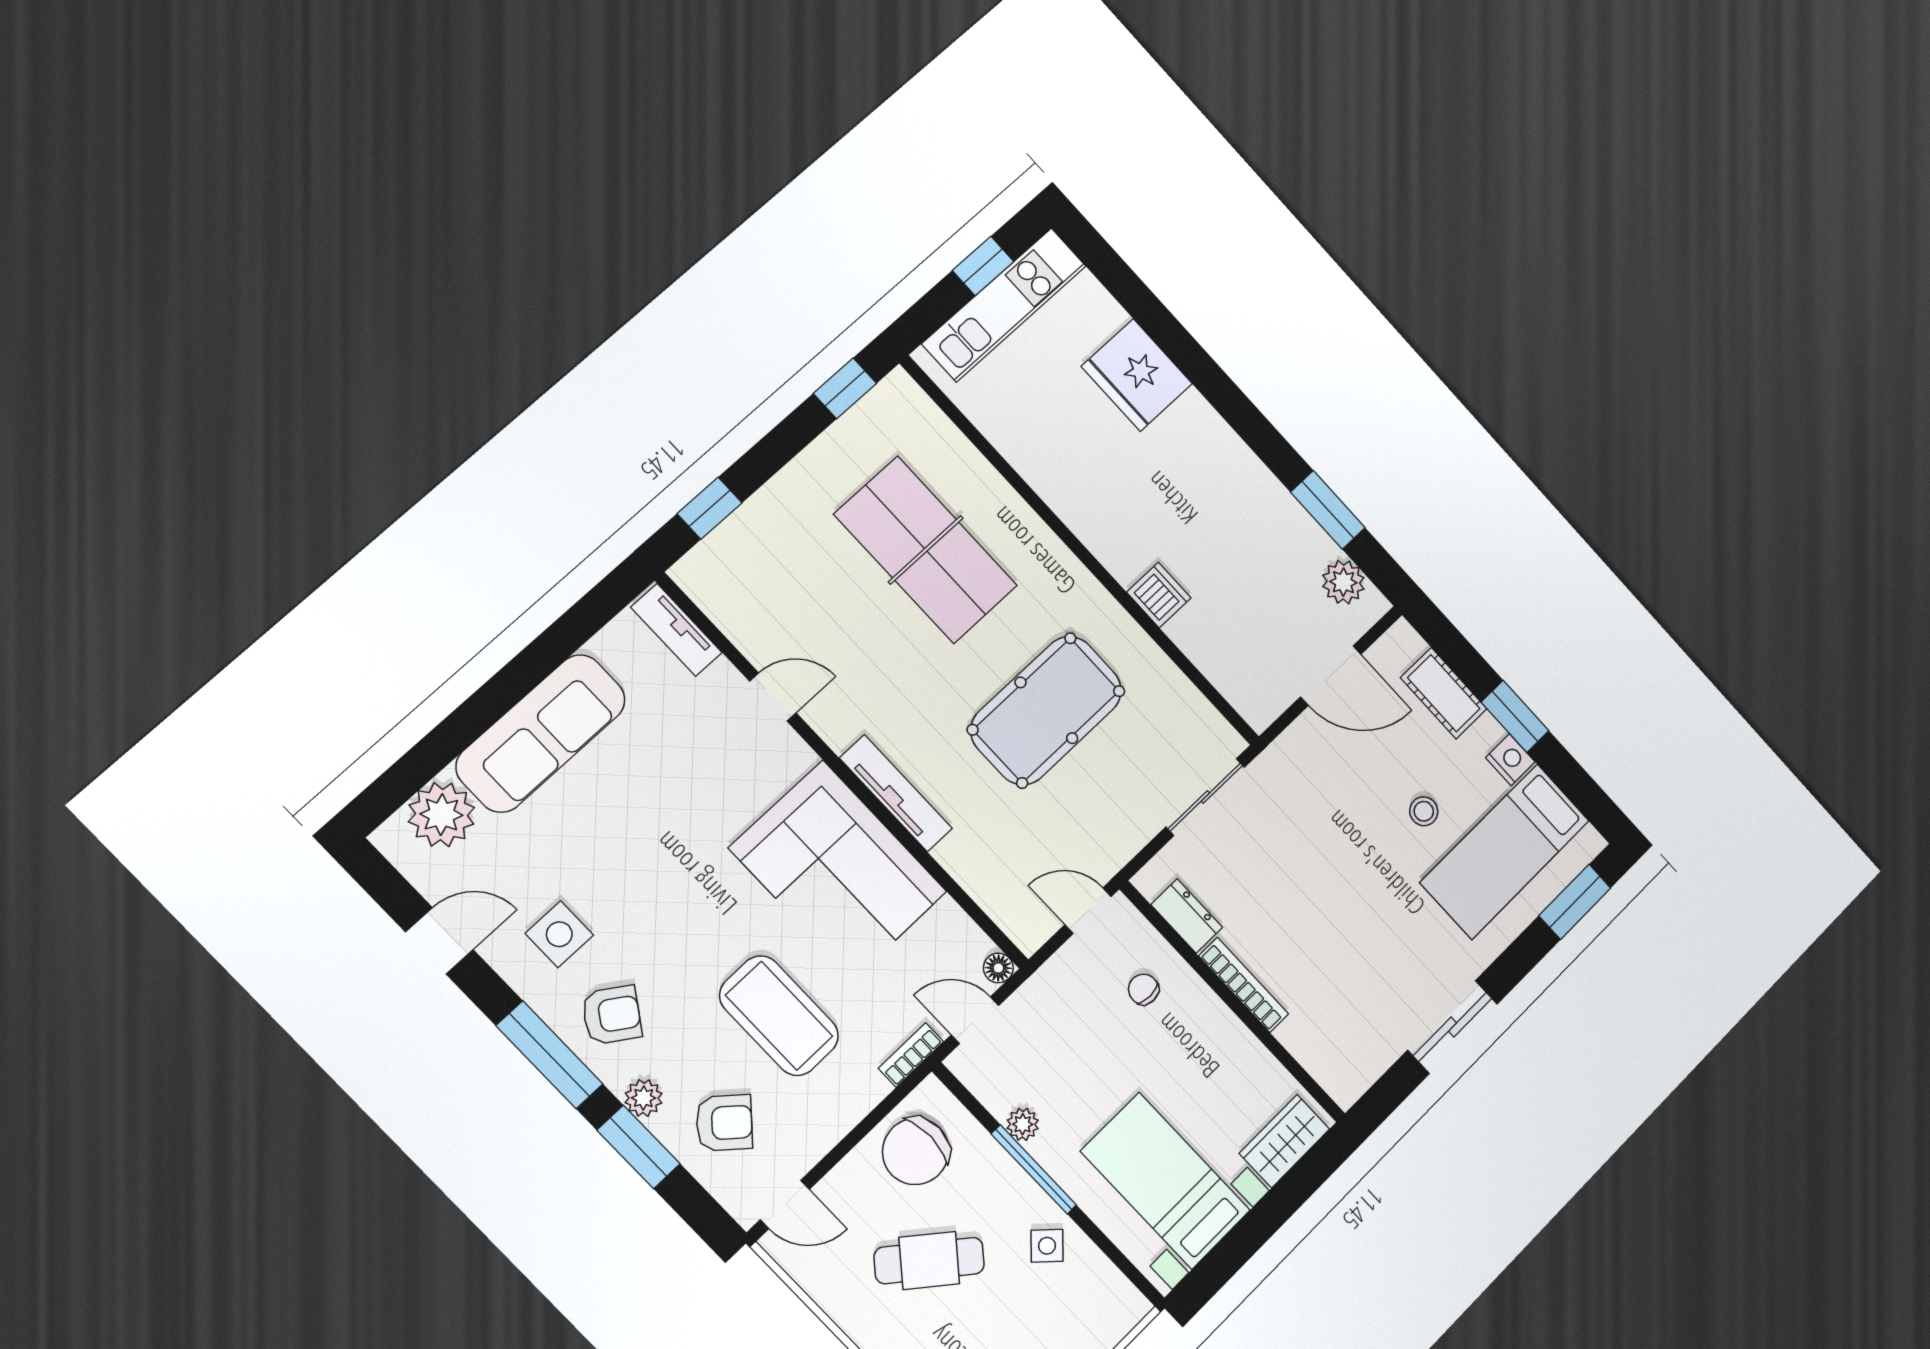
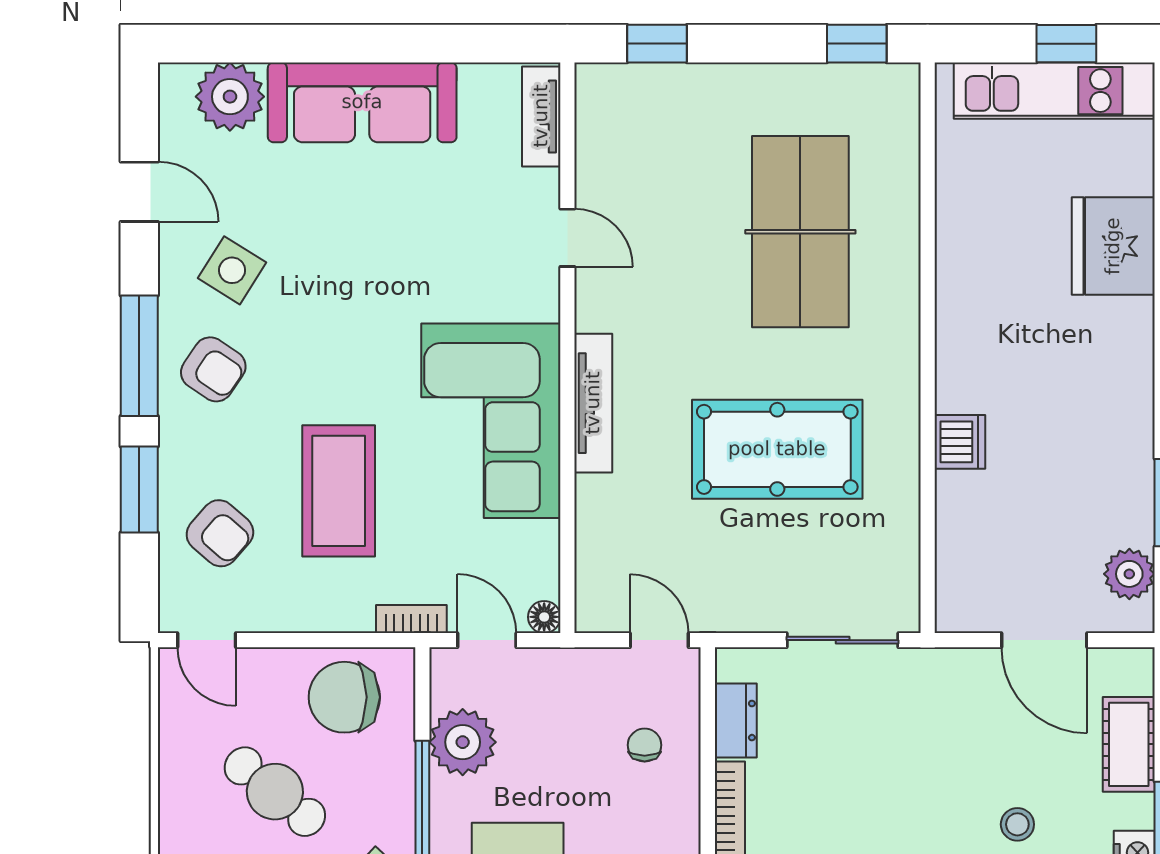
side table: (559, 934) -> (232, 270), turned 32
plant: (643, 1098) -> (178, 456), removed
plant: (1023, 1124) -> (463, 742), width x1.88, depth x1.88

